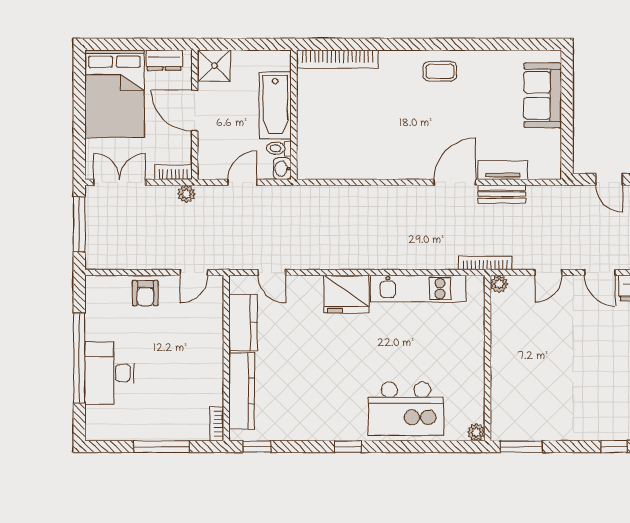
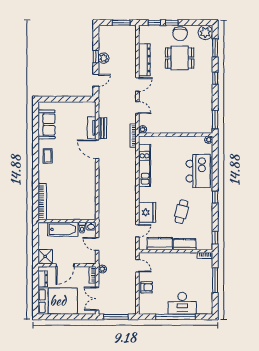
sofa: (543, 95) -> (46, 124), moved, turned -90
fridge: (346, 294) -> (147, 212), moved
cafe table: (315, 371) -> (182, 212), added
kitchen counter: (242, 391) -> (185, 244), width x0.67

